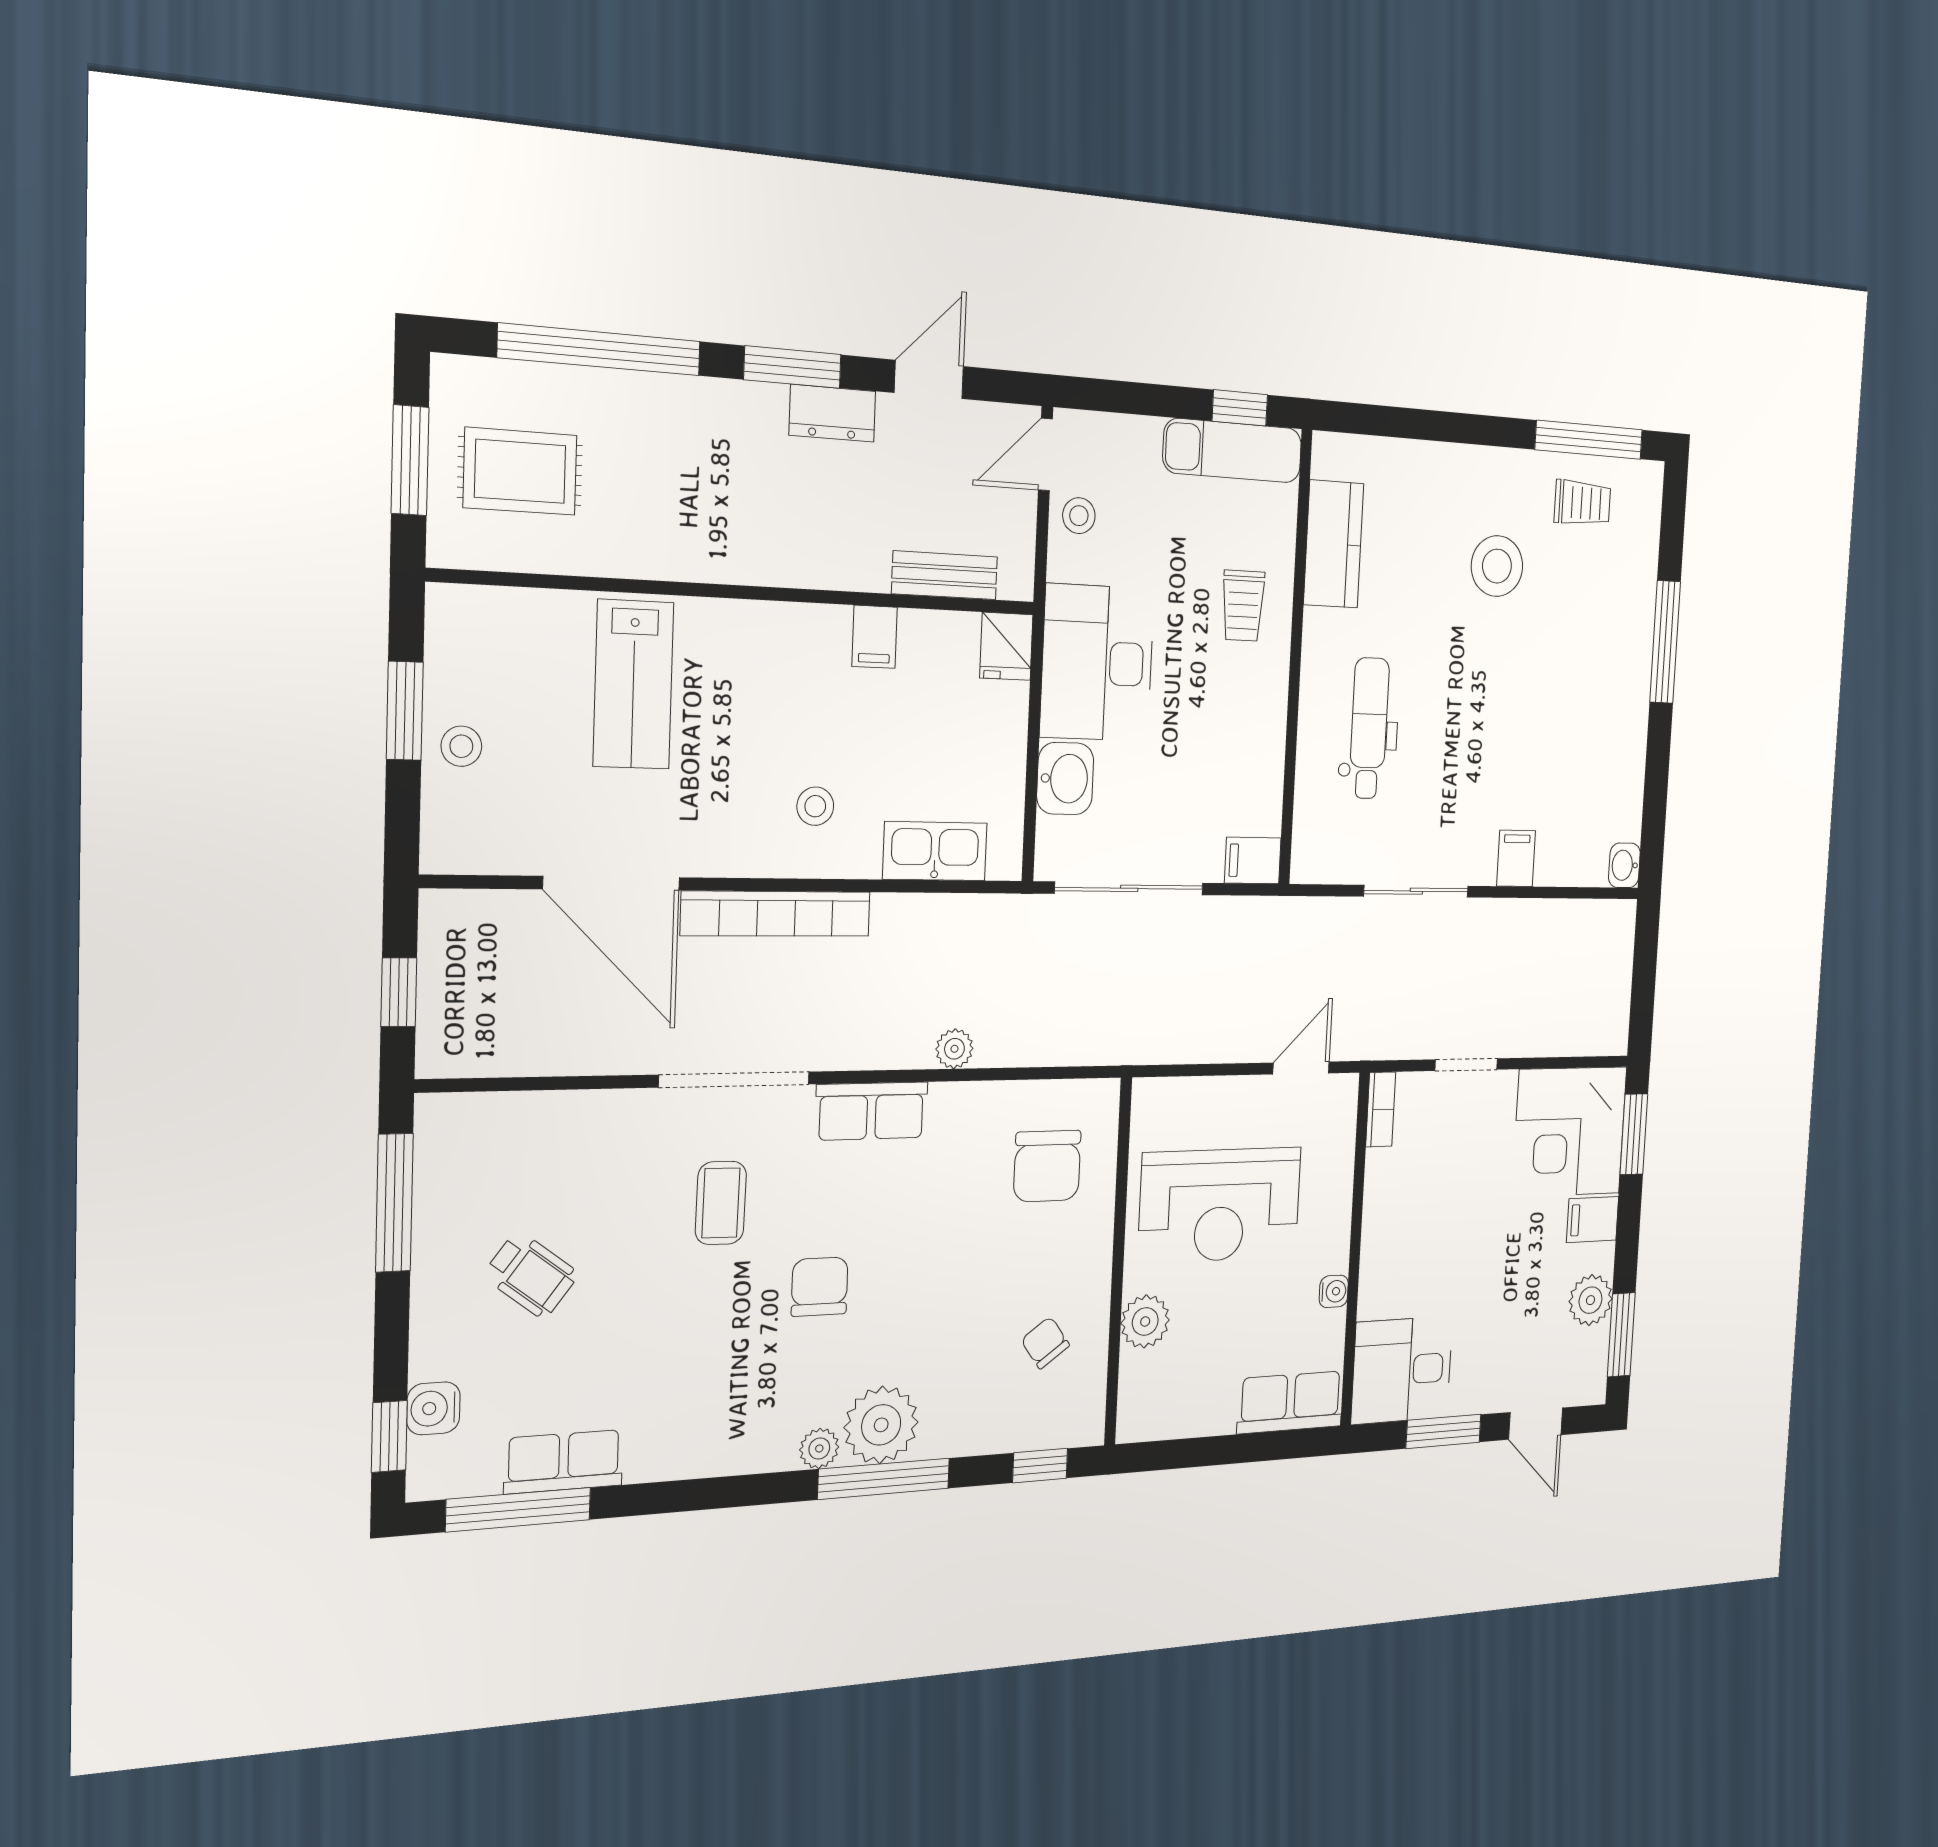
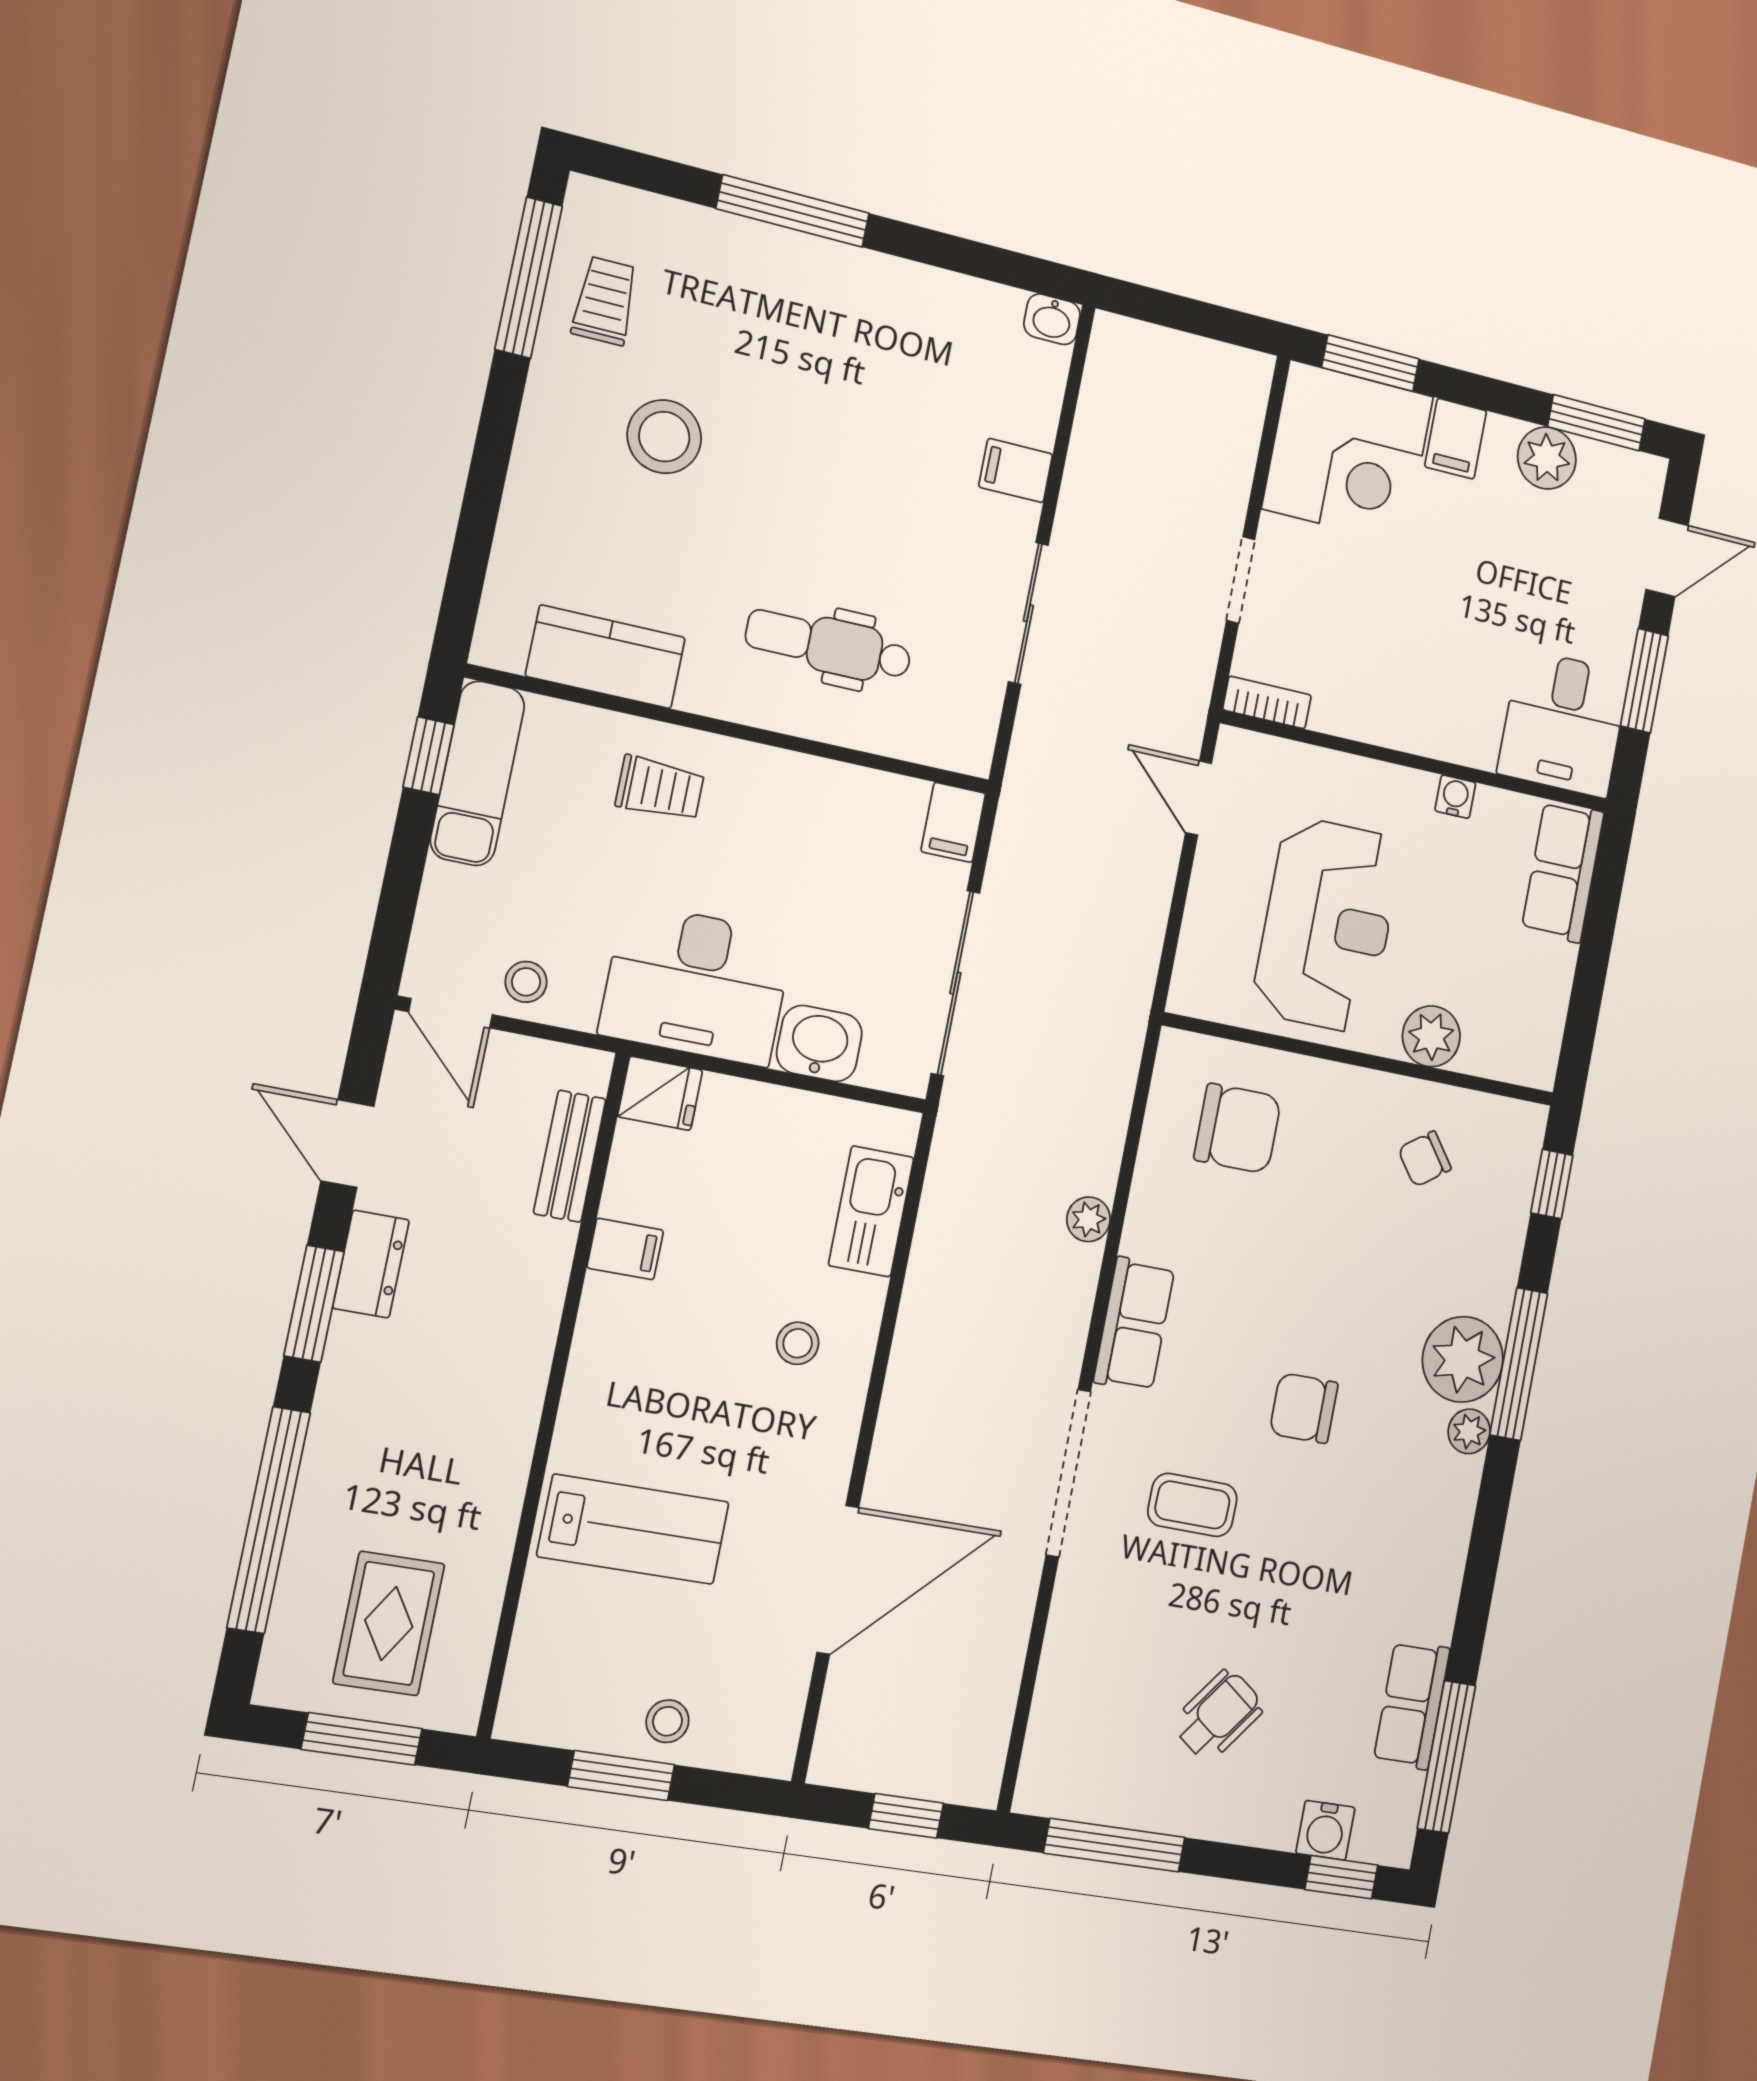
bookcase: (776, 914) -> (904, 1403), removed

